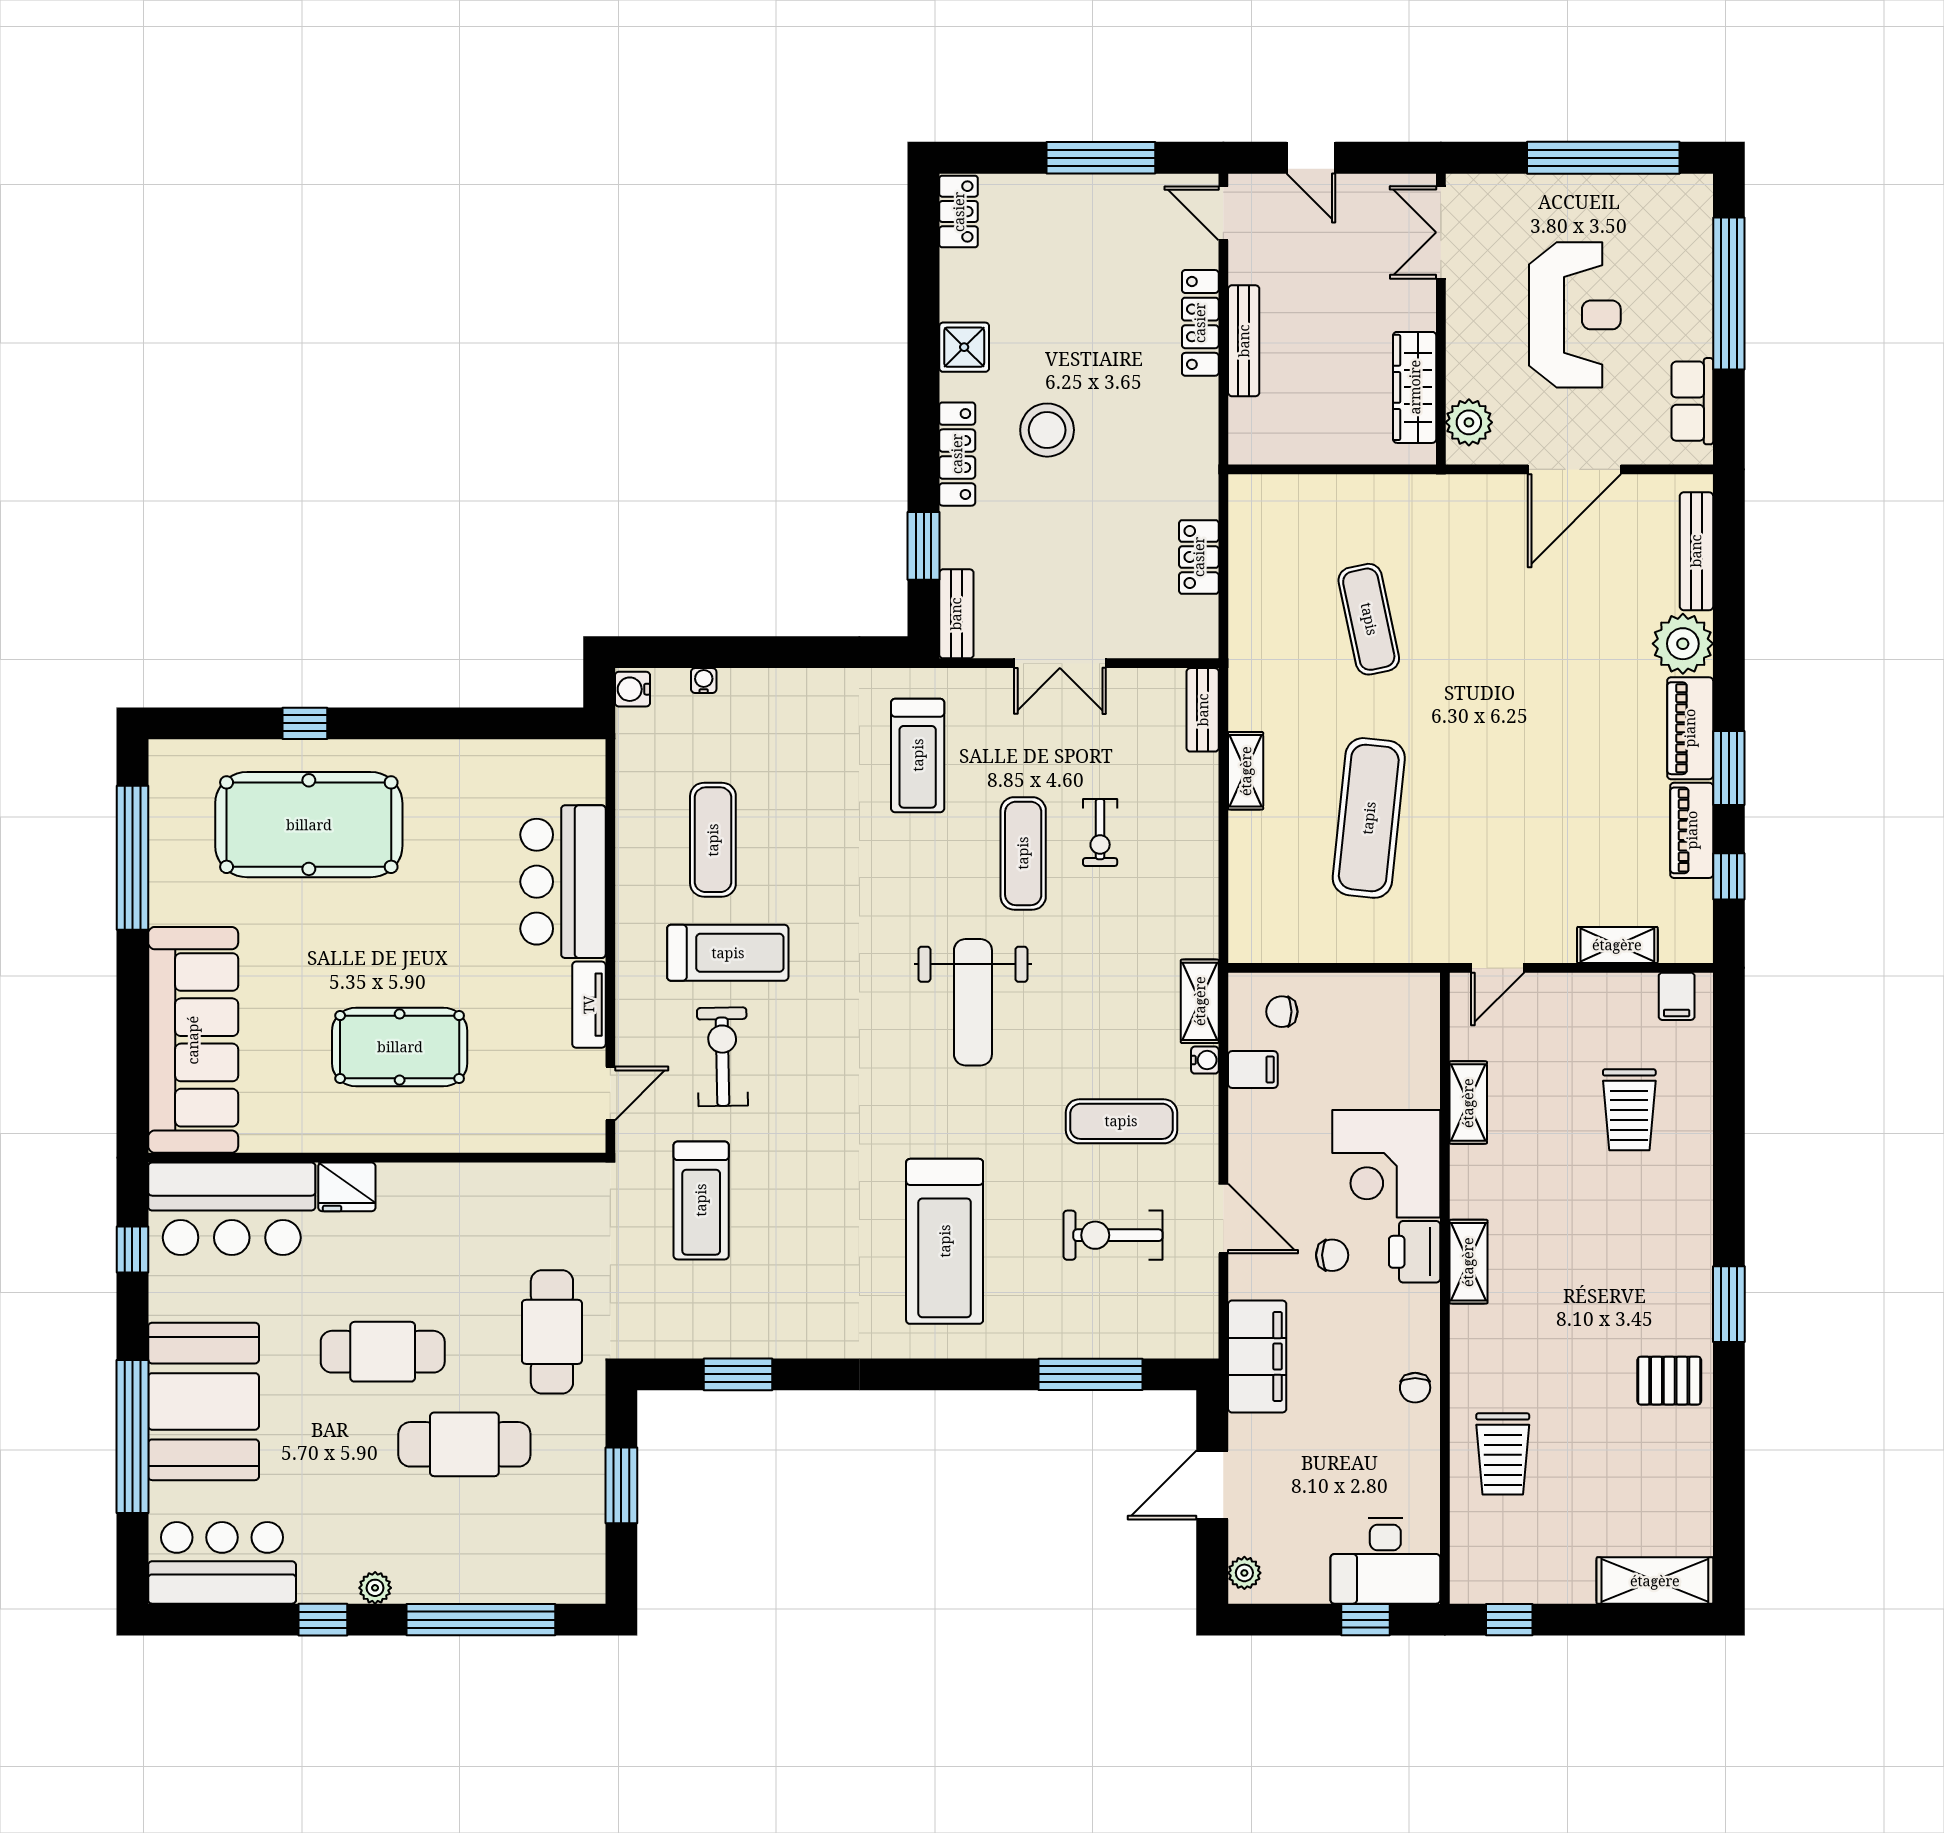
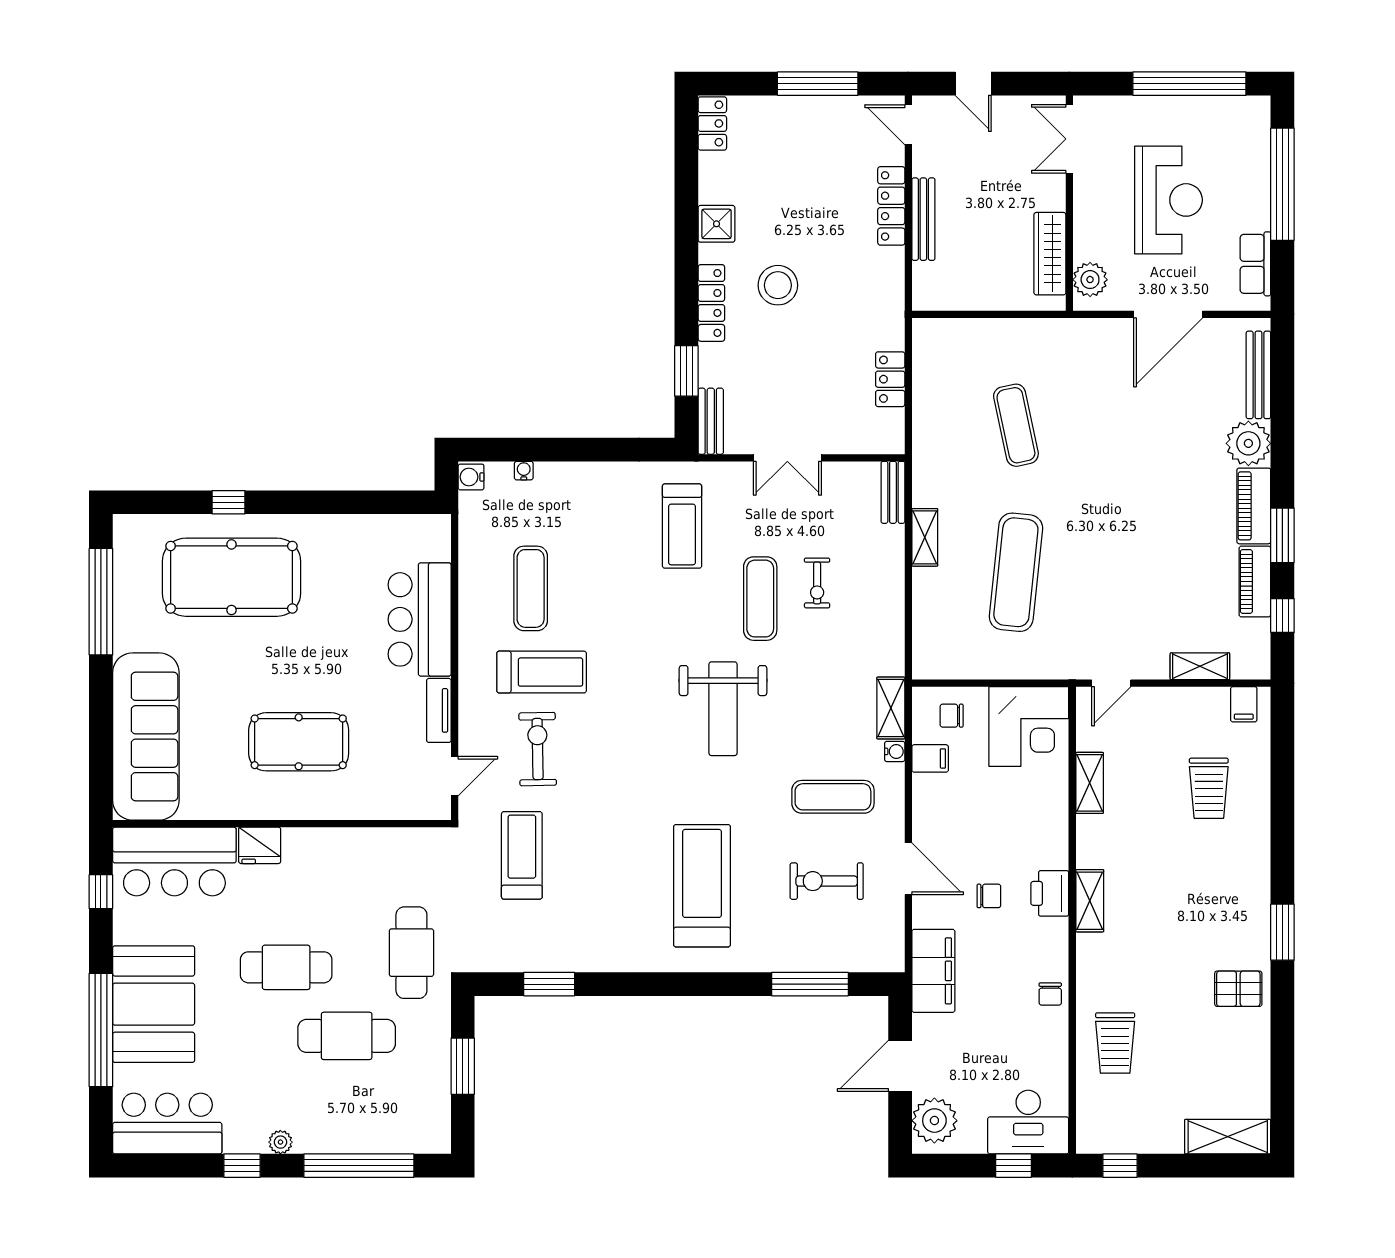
corner desk: (1386, 1164) -> (1029, 727), moved, turned -90
treadmill: (701, 1200) -> (522, 855), turned 180
treadmill: (945, 1241) -> (702, 886), turned 180
plant: (1244, 1573) -> (934, 1121), width x1.87, depth x1.87

